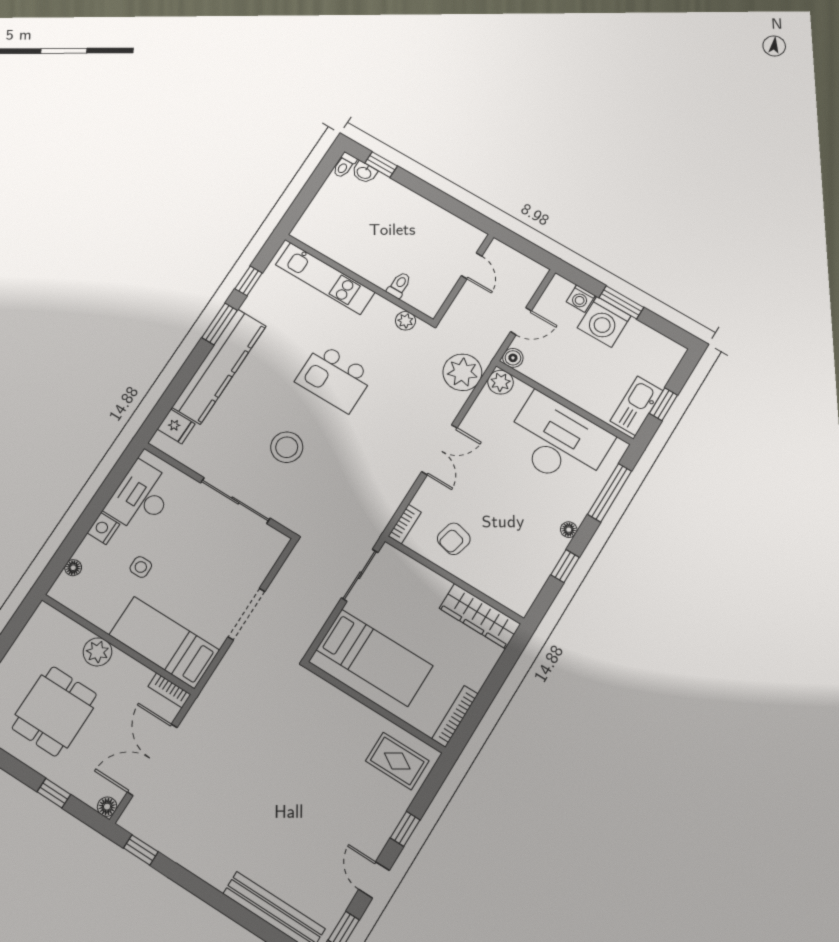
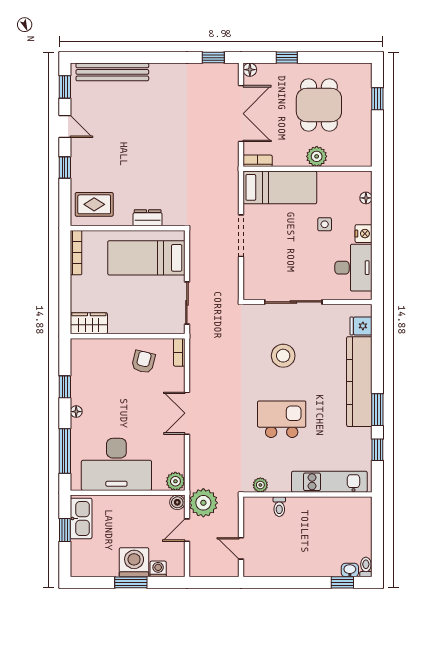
plant: (462, 372) -> (203, 503), moved
wardrobe: (480, 616) -> (89, 323), width x0.67
dresser: (343, 704) -> (148, 218), added

